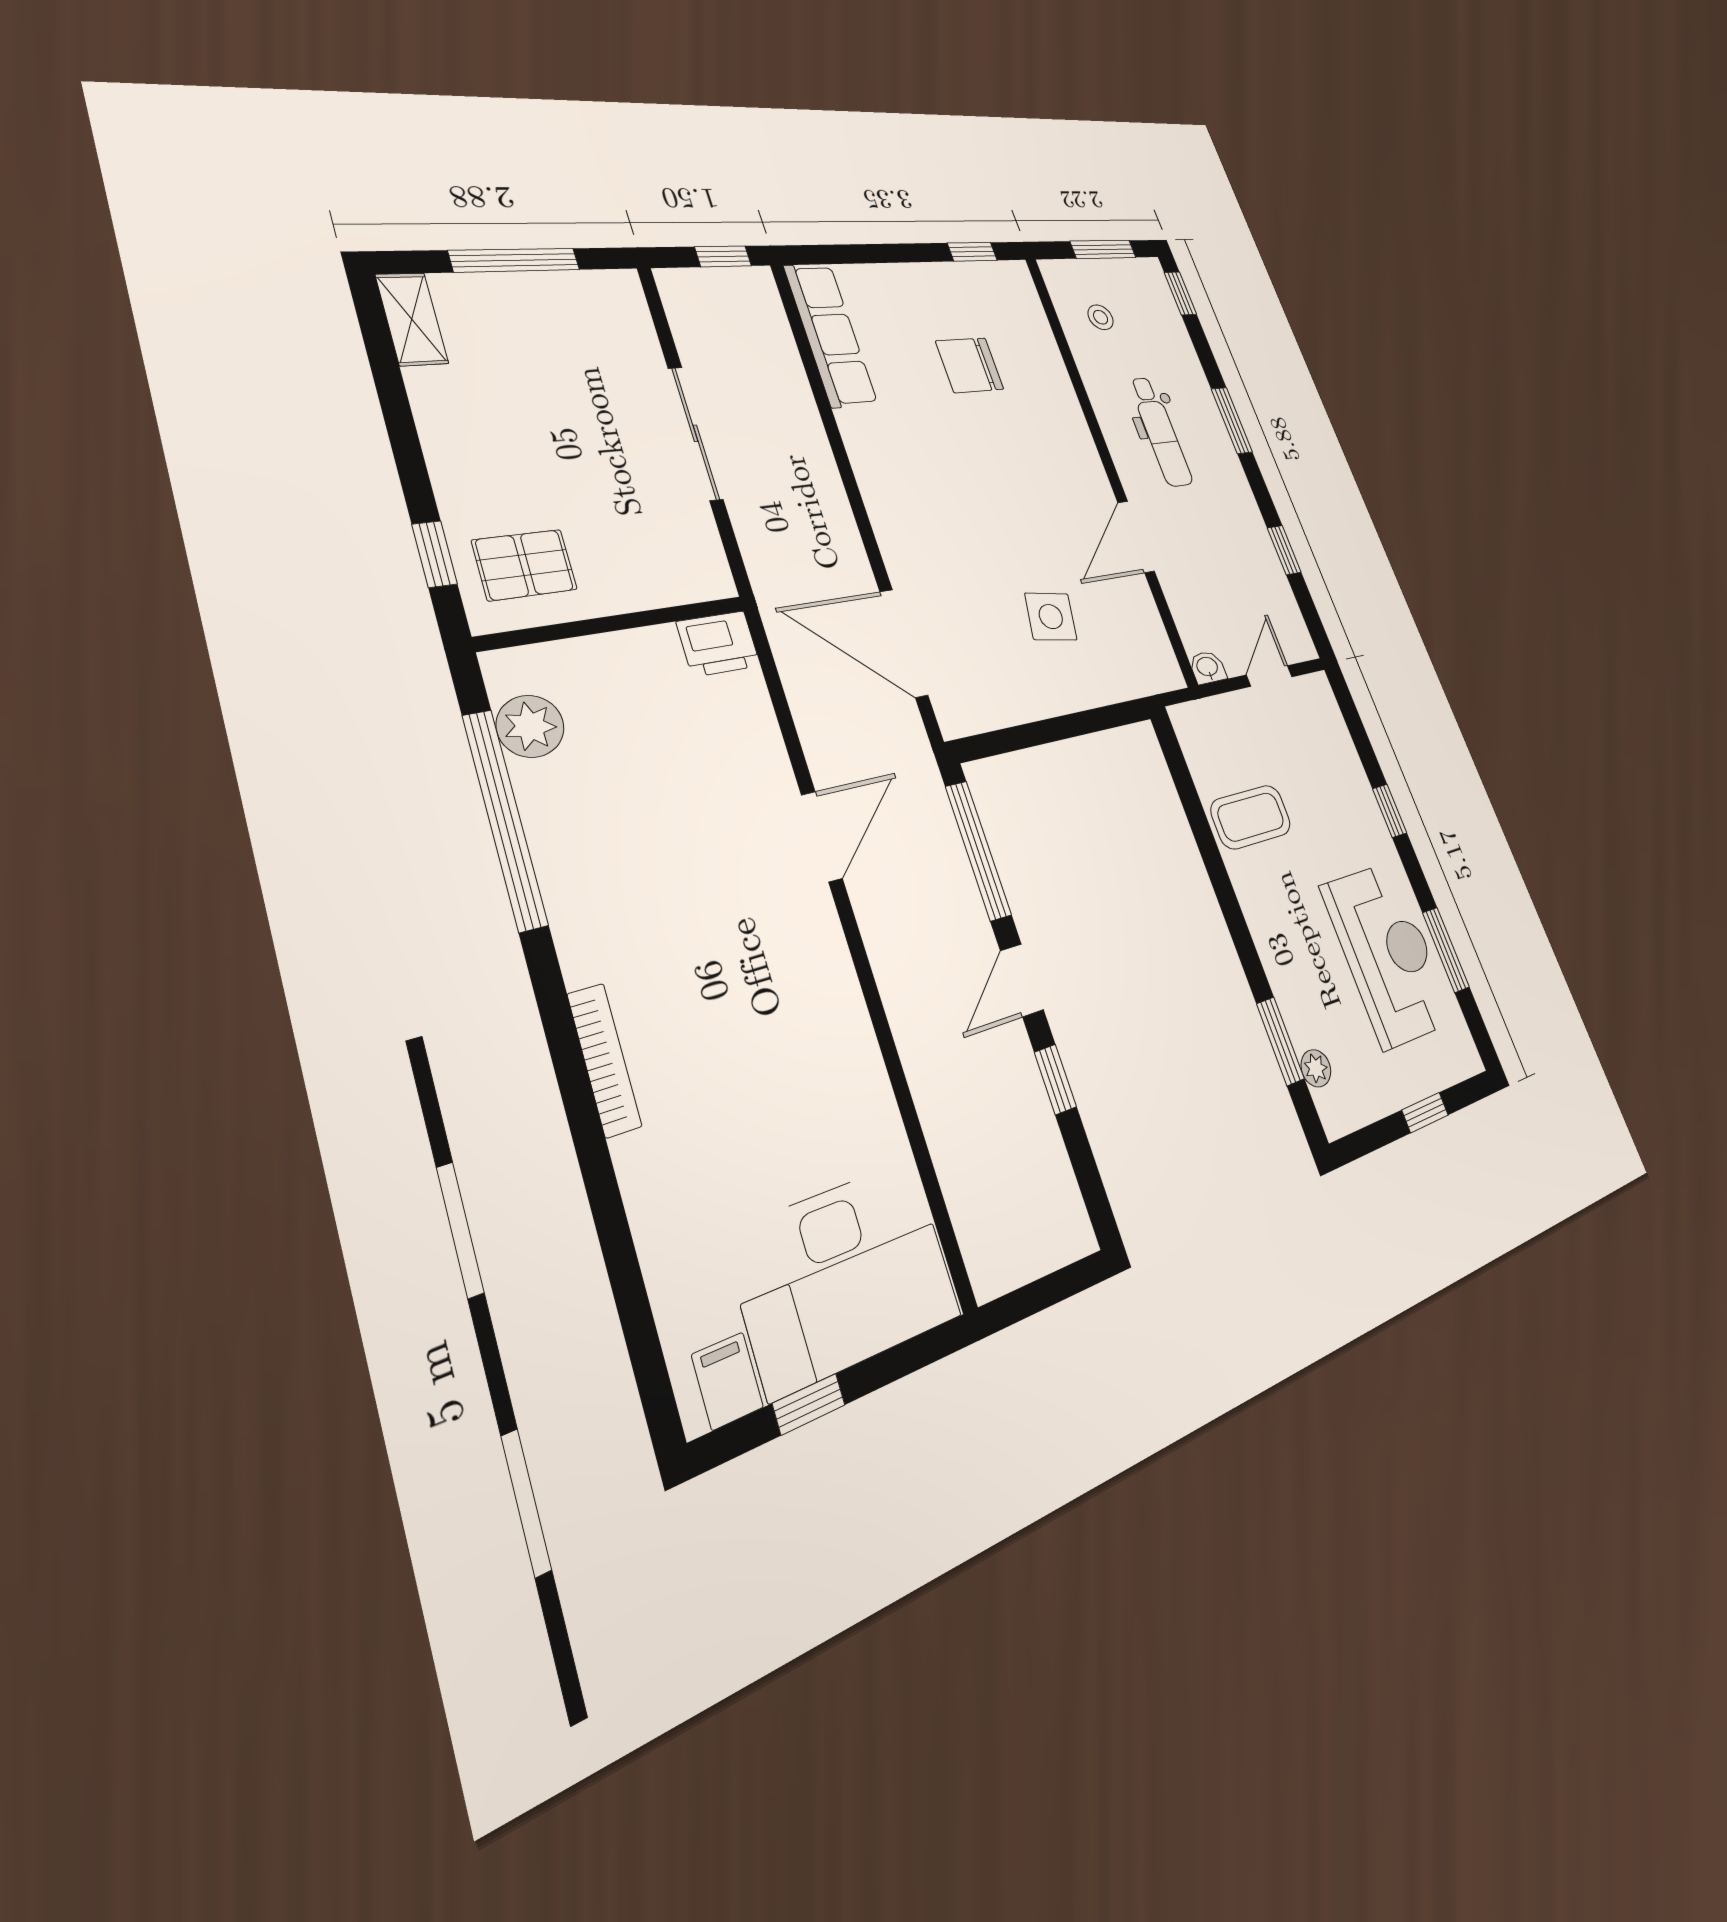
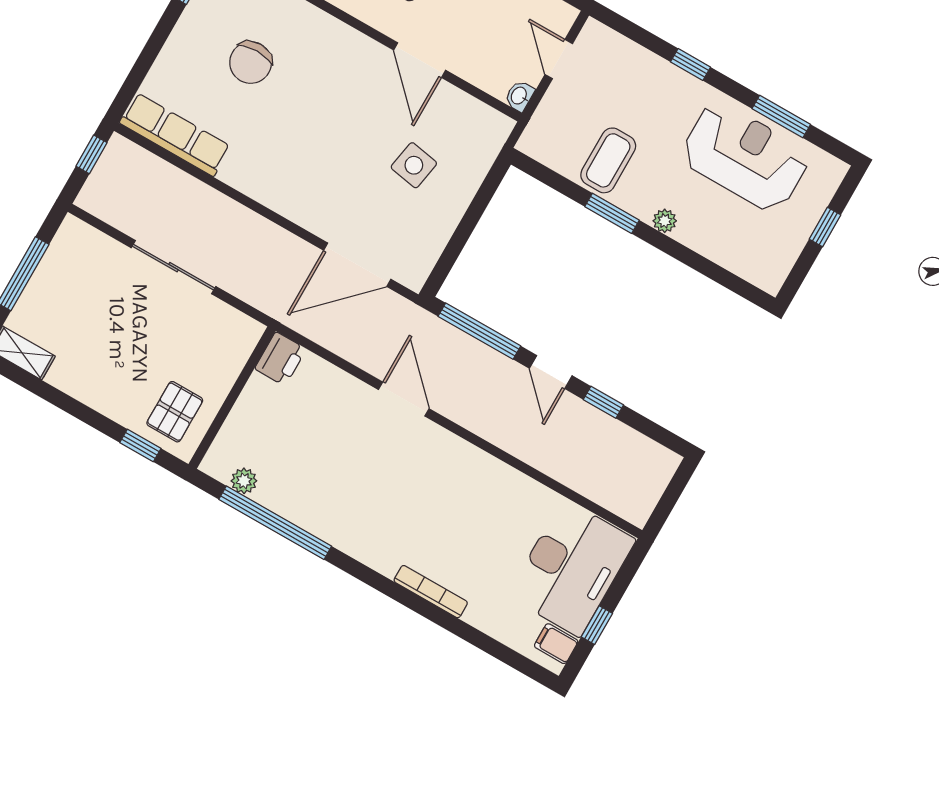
plant: (530, 726) -> (244, 481), width x0.73, depth x0.73
window: (1280, 1041) -> (612, 213), moved
bookcase: (604, 1060) -> (431, 592), moved
plant: (1316, 1068) -> (665, 221), moved

